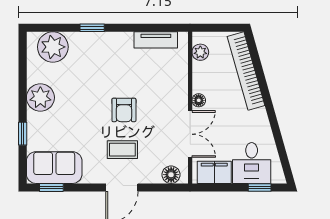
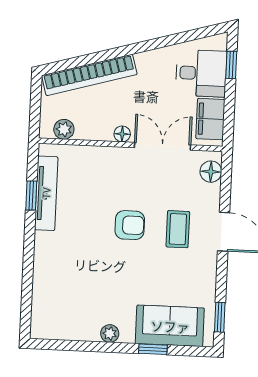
window: (92, 28) -> (31, 195), moved
tv unit: (156, 40) -> (46, 193), width x1.41
plant: (53, 47) -> (49, 308), removed
plant: (40, 98) -> (110, 334), width x0.53, depth x0.53
sofa: (54, 168) -> (170, 326), moved, turned 90

